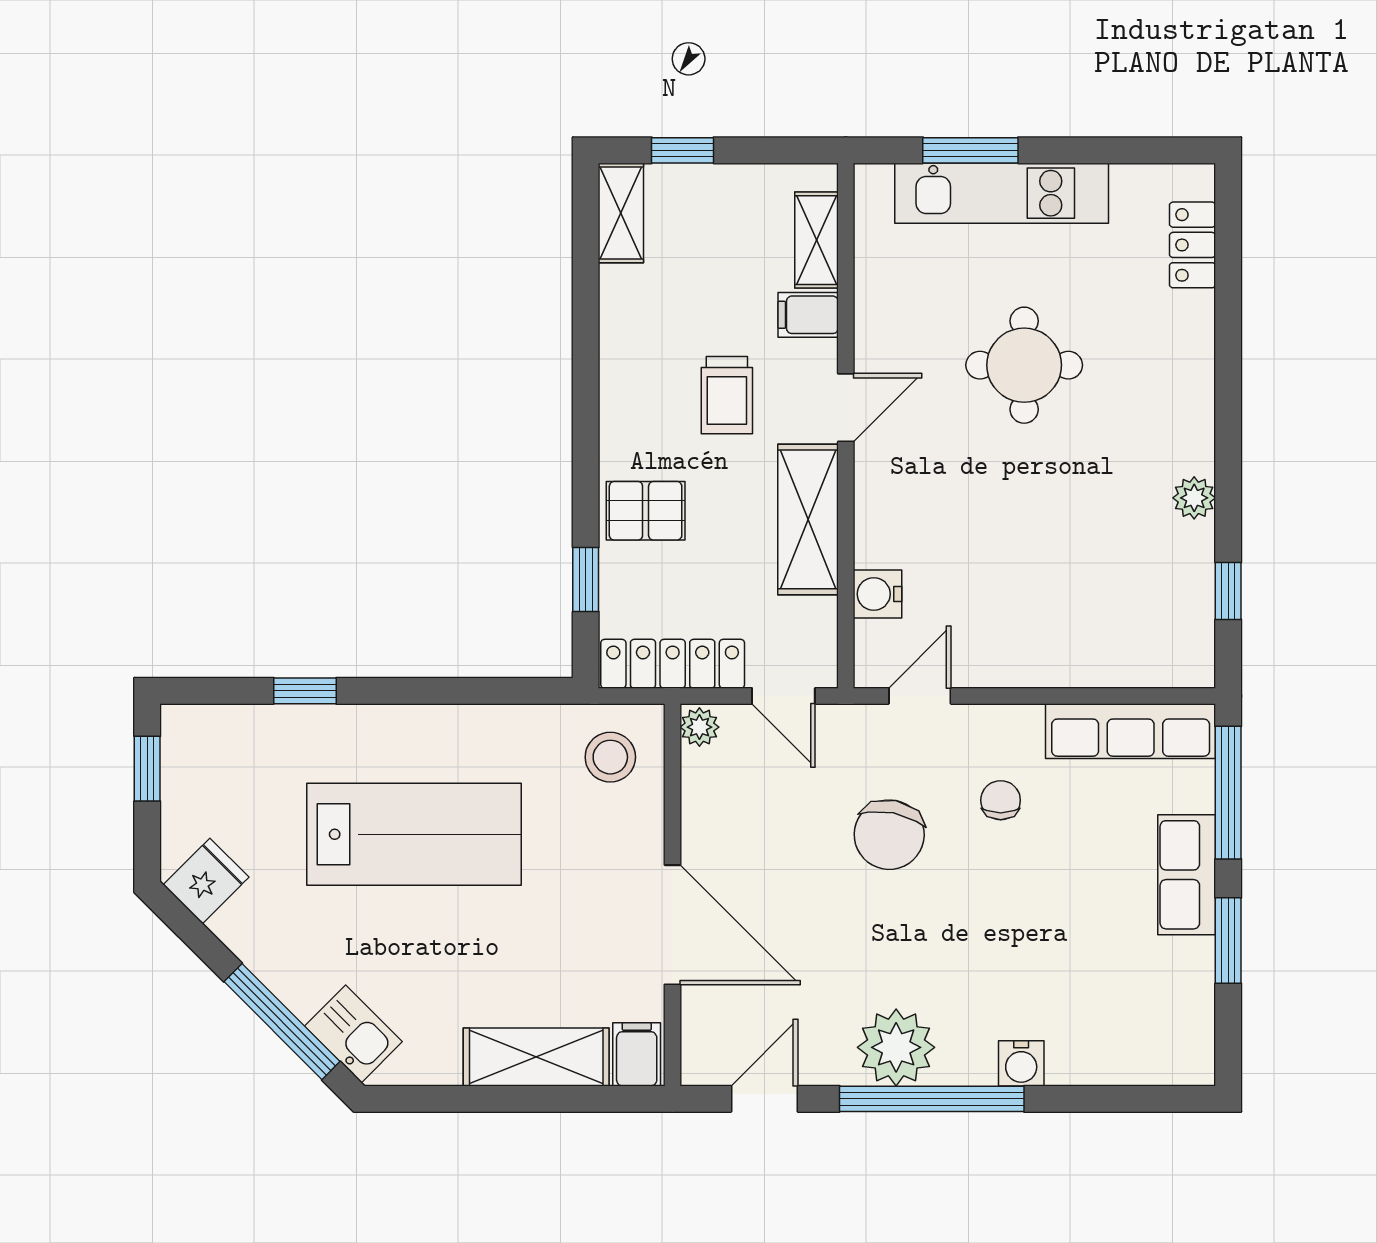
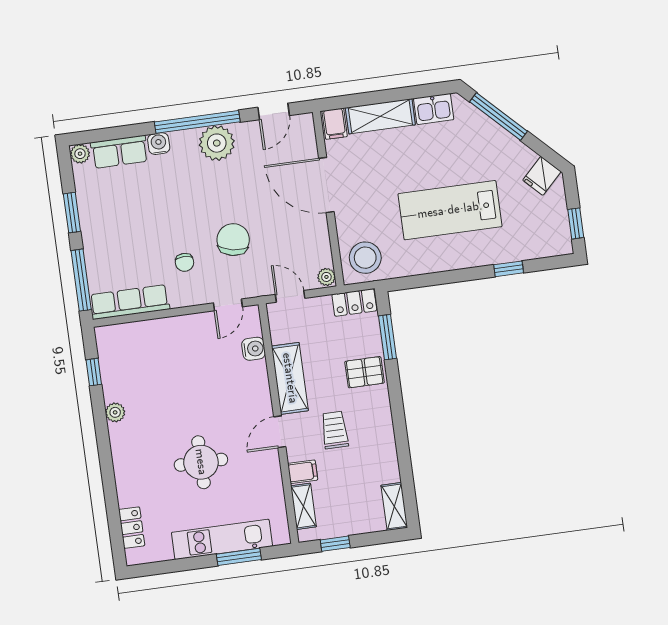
window: (683, 150) -> (335, 544), moved
window: (586, 580) -> (388, 337), width x1.50
locker: (673, 664) -> (354, 303), width x0.66
stool: (610, 757) -> (365, 258), width x1.38, depth x1.38
row of seats: (1187, 875) -> (119, 152), moved, turned 90
kitchen sink: (353, 1034) -> (434, 109), moved, turned -45
plant: (1193, 1065) -> (80, 154), added

